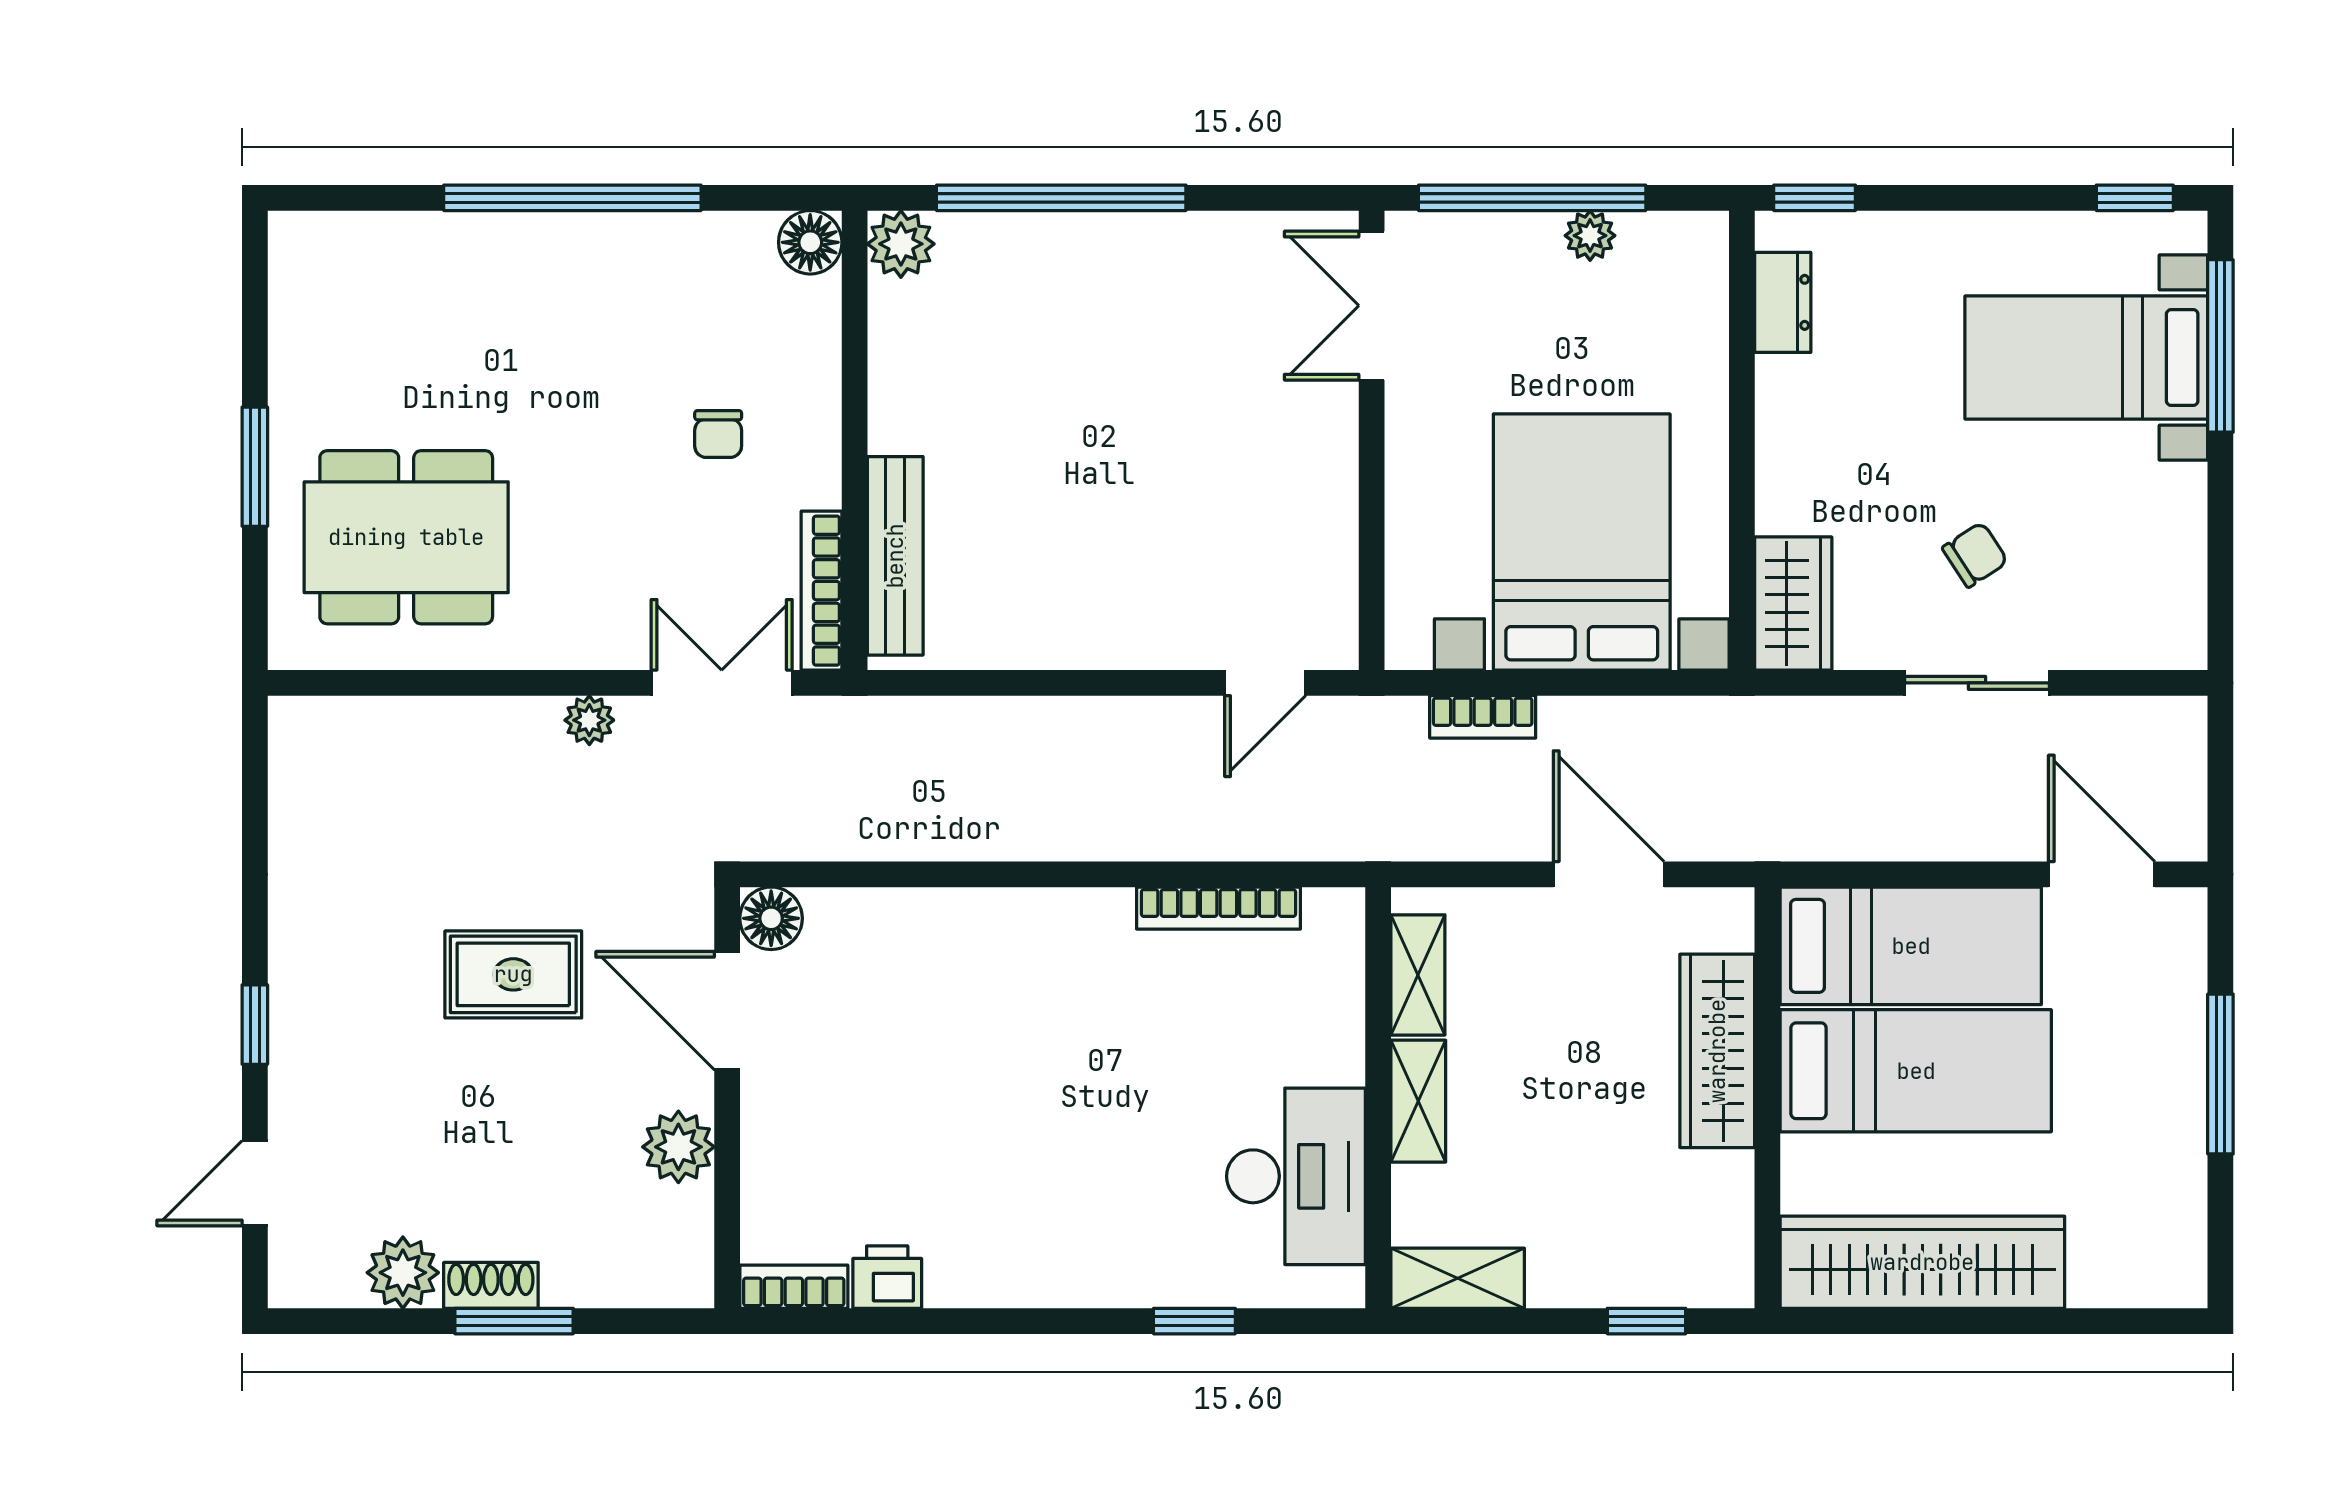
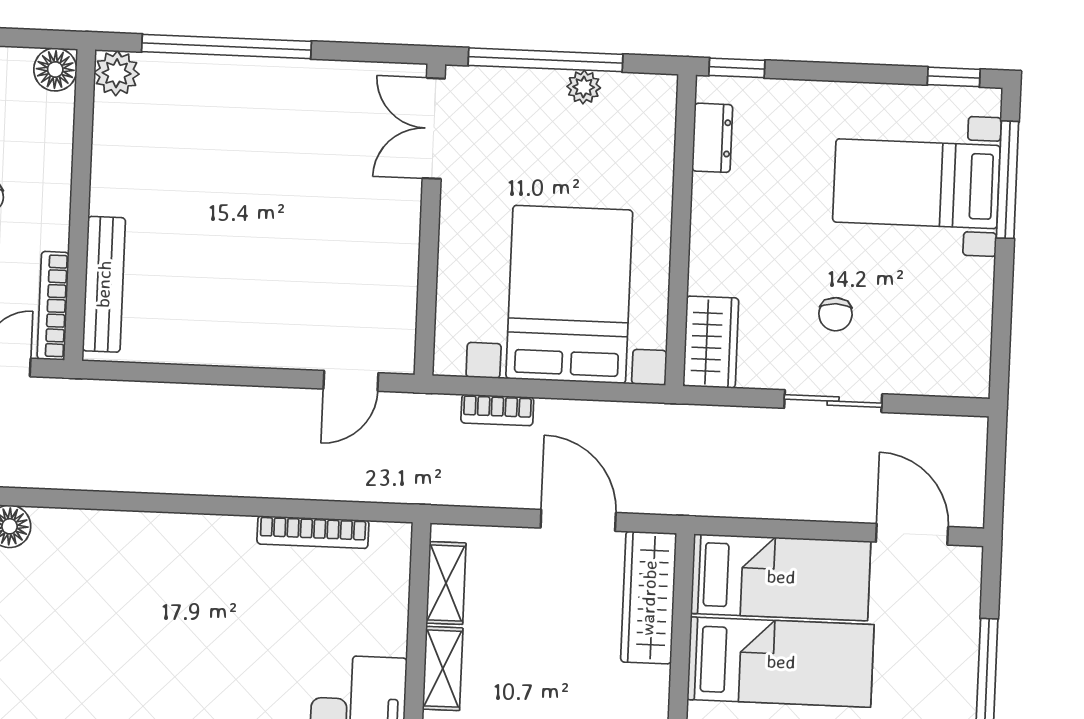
chair: (1975, 555) -> (835, 314), turned 123
wardrobe: (1717, 1051) -> (649, 598), moved

